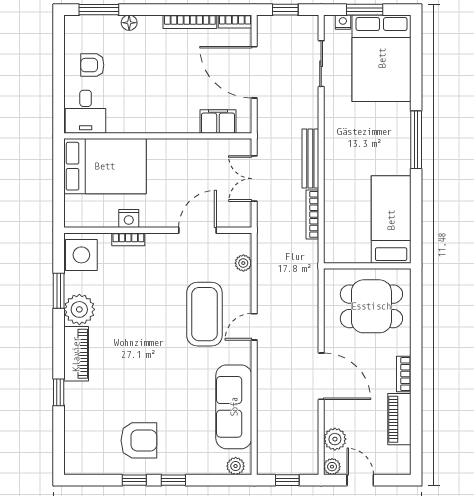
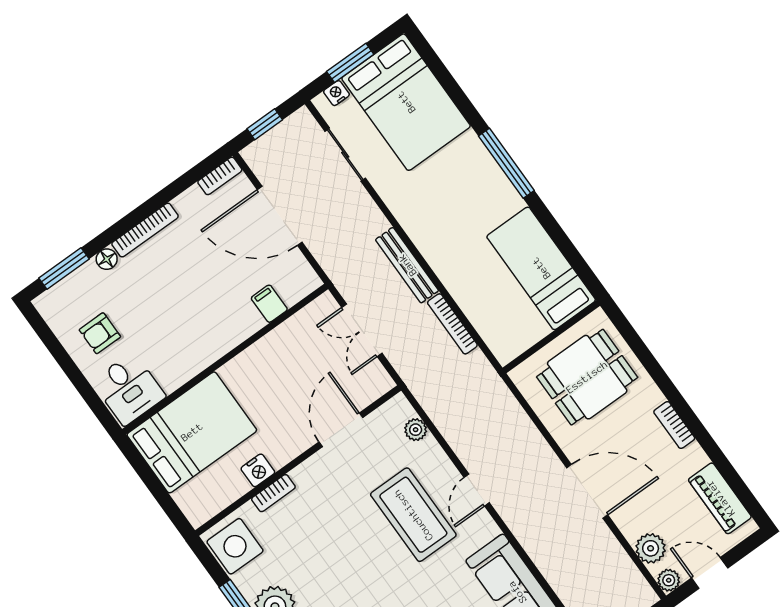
bookcase: (190, 22) -> (145, 230), moved
filing cabinet: (218, 122) -> (269, 304), width x0.50
piano: (399, 419) -> (720, 498), moved

